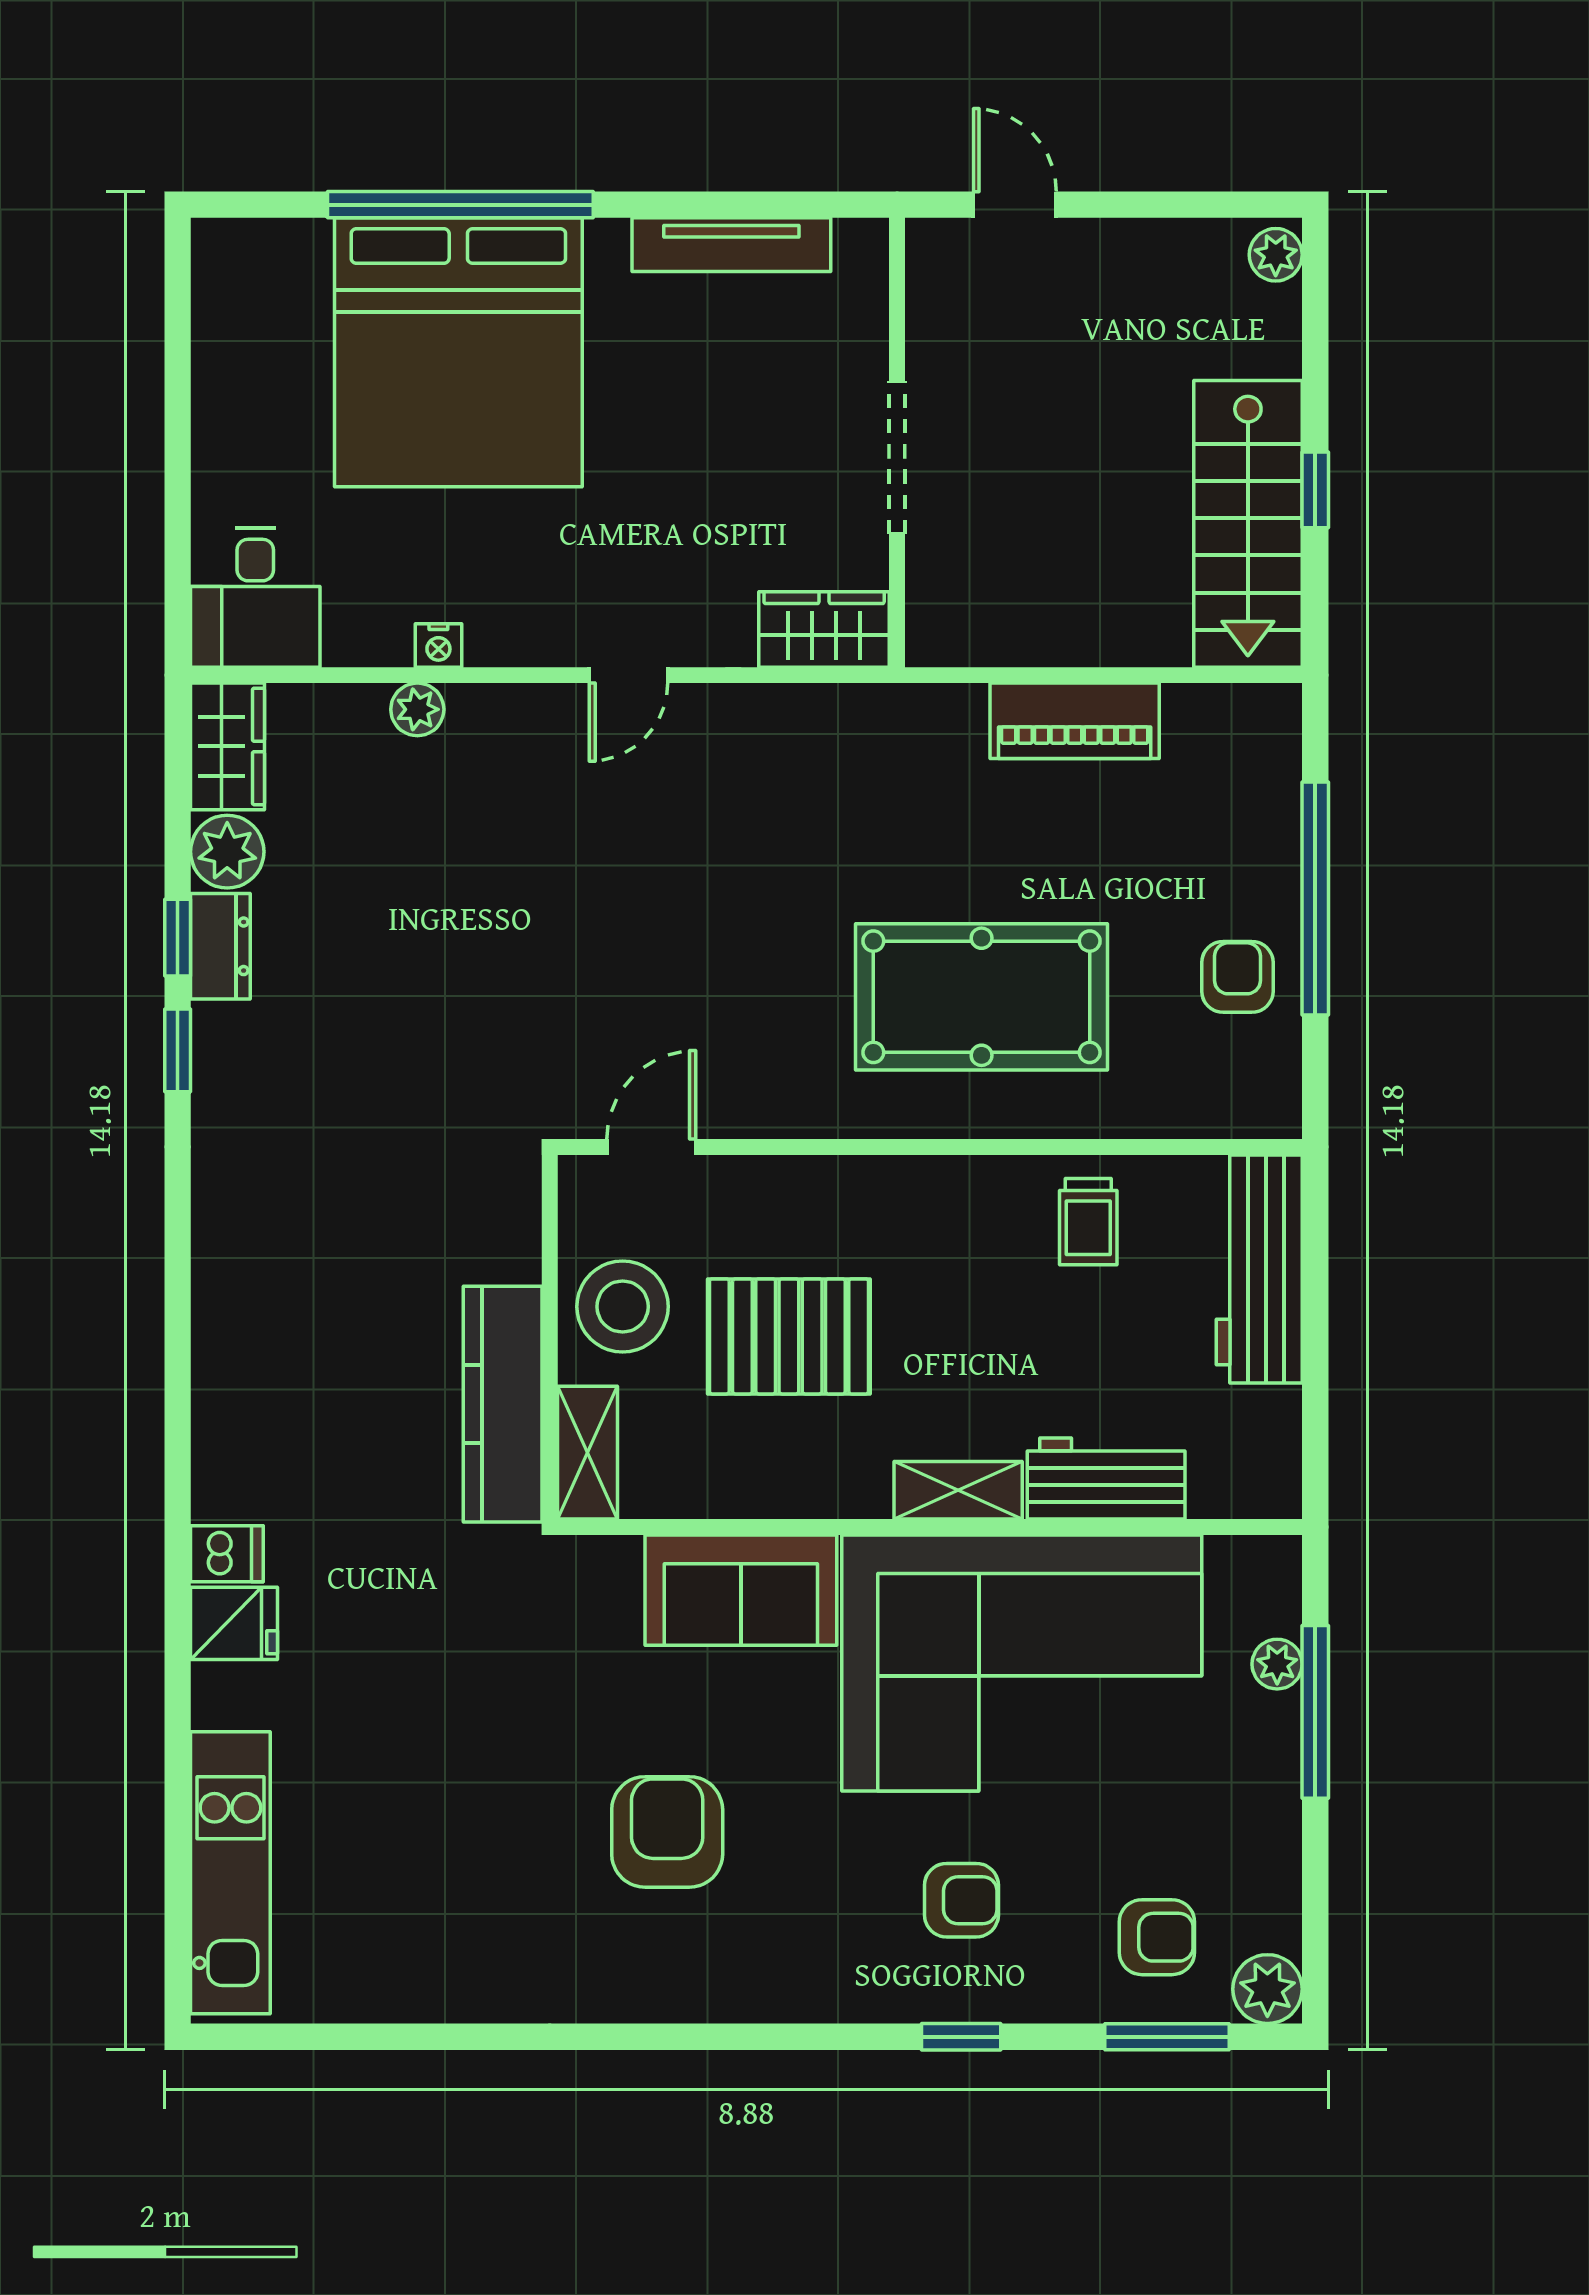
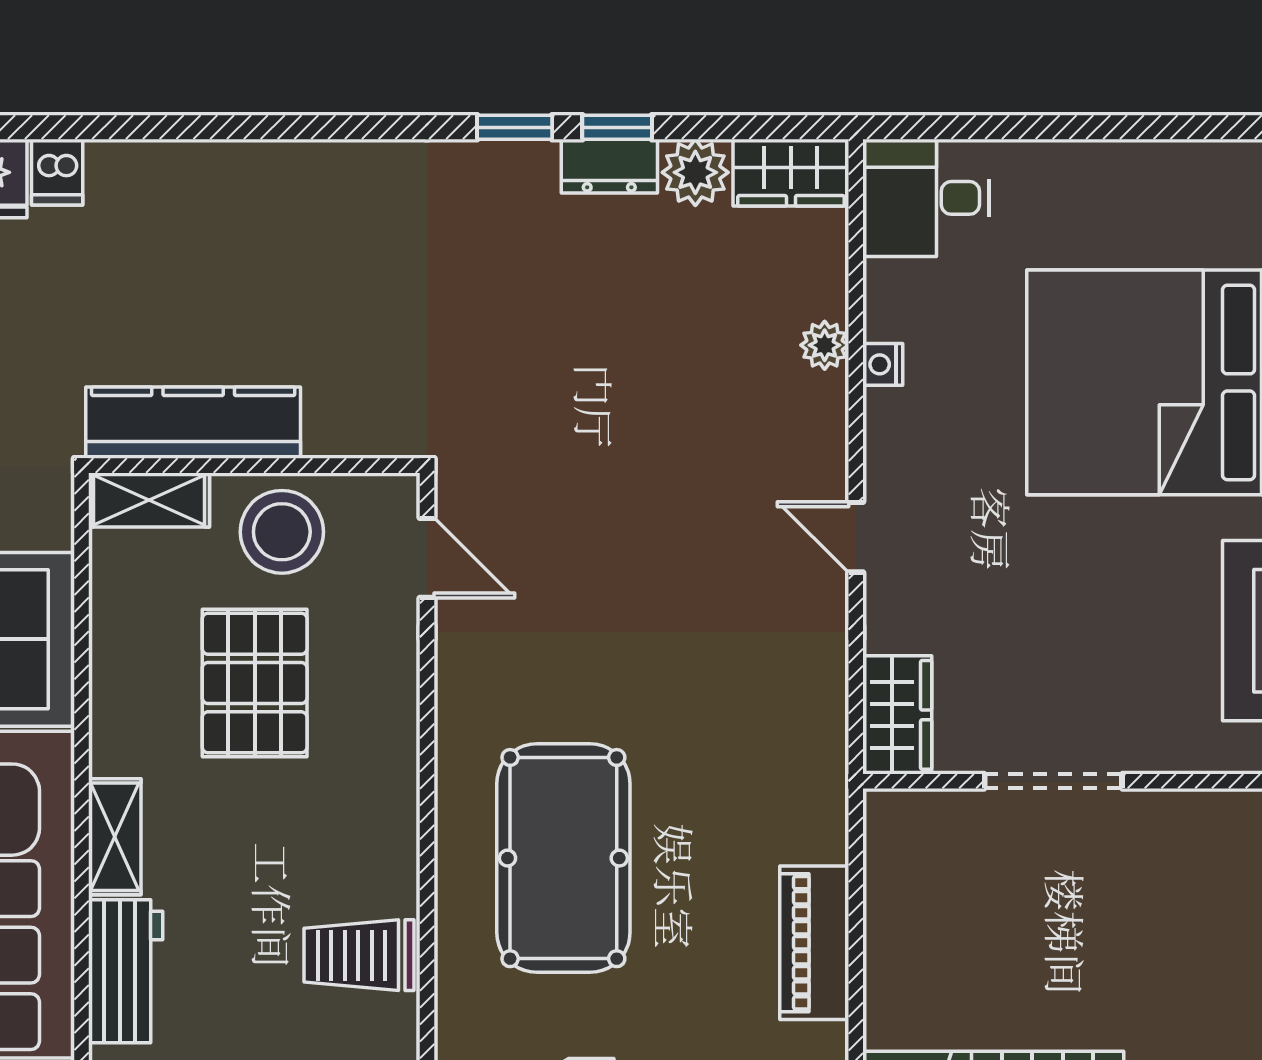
trolley: (1088, 1222) -> (359, 955), width x1.36, depth x1.39

